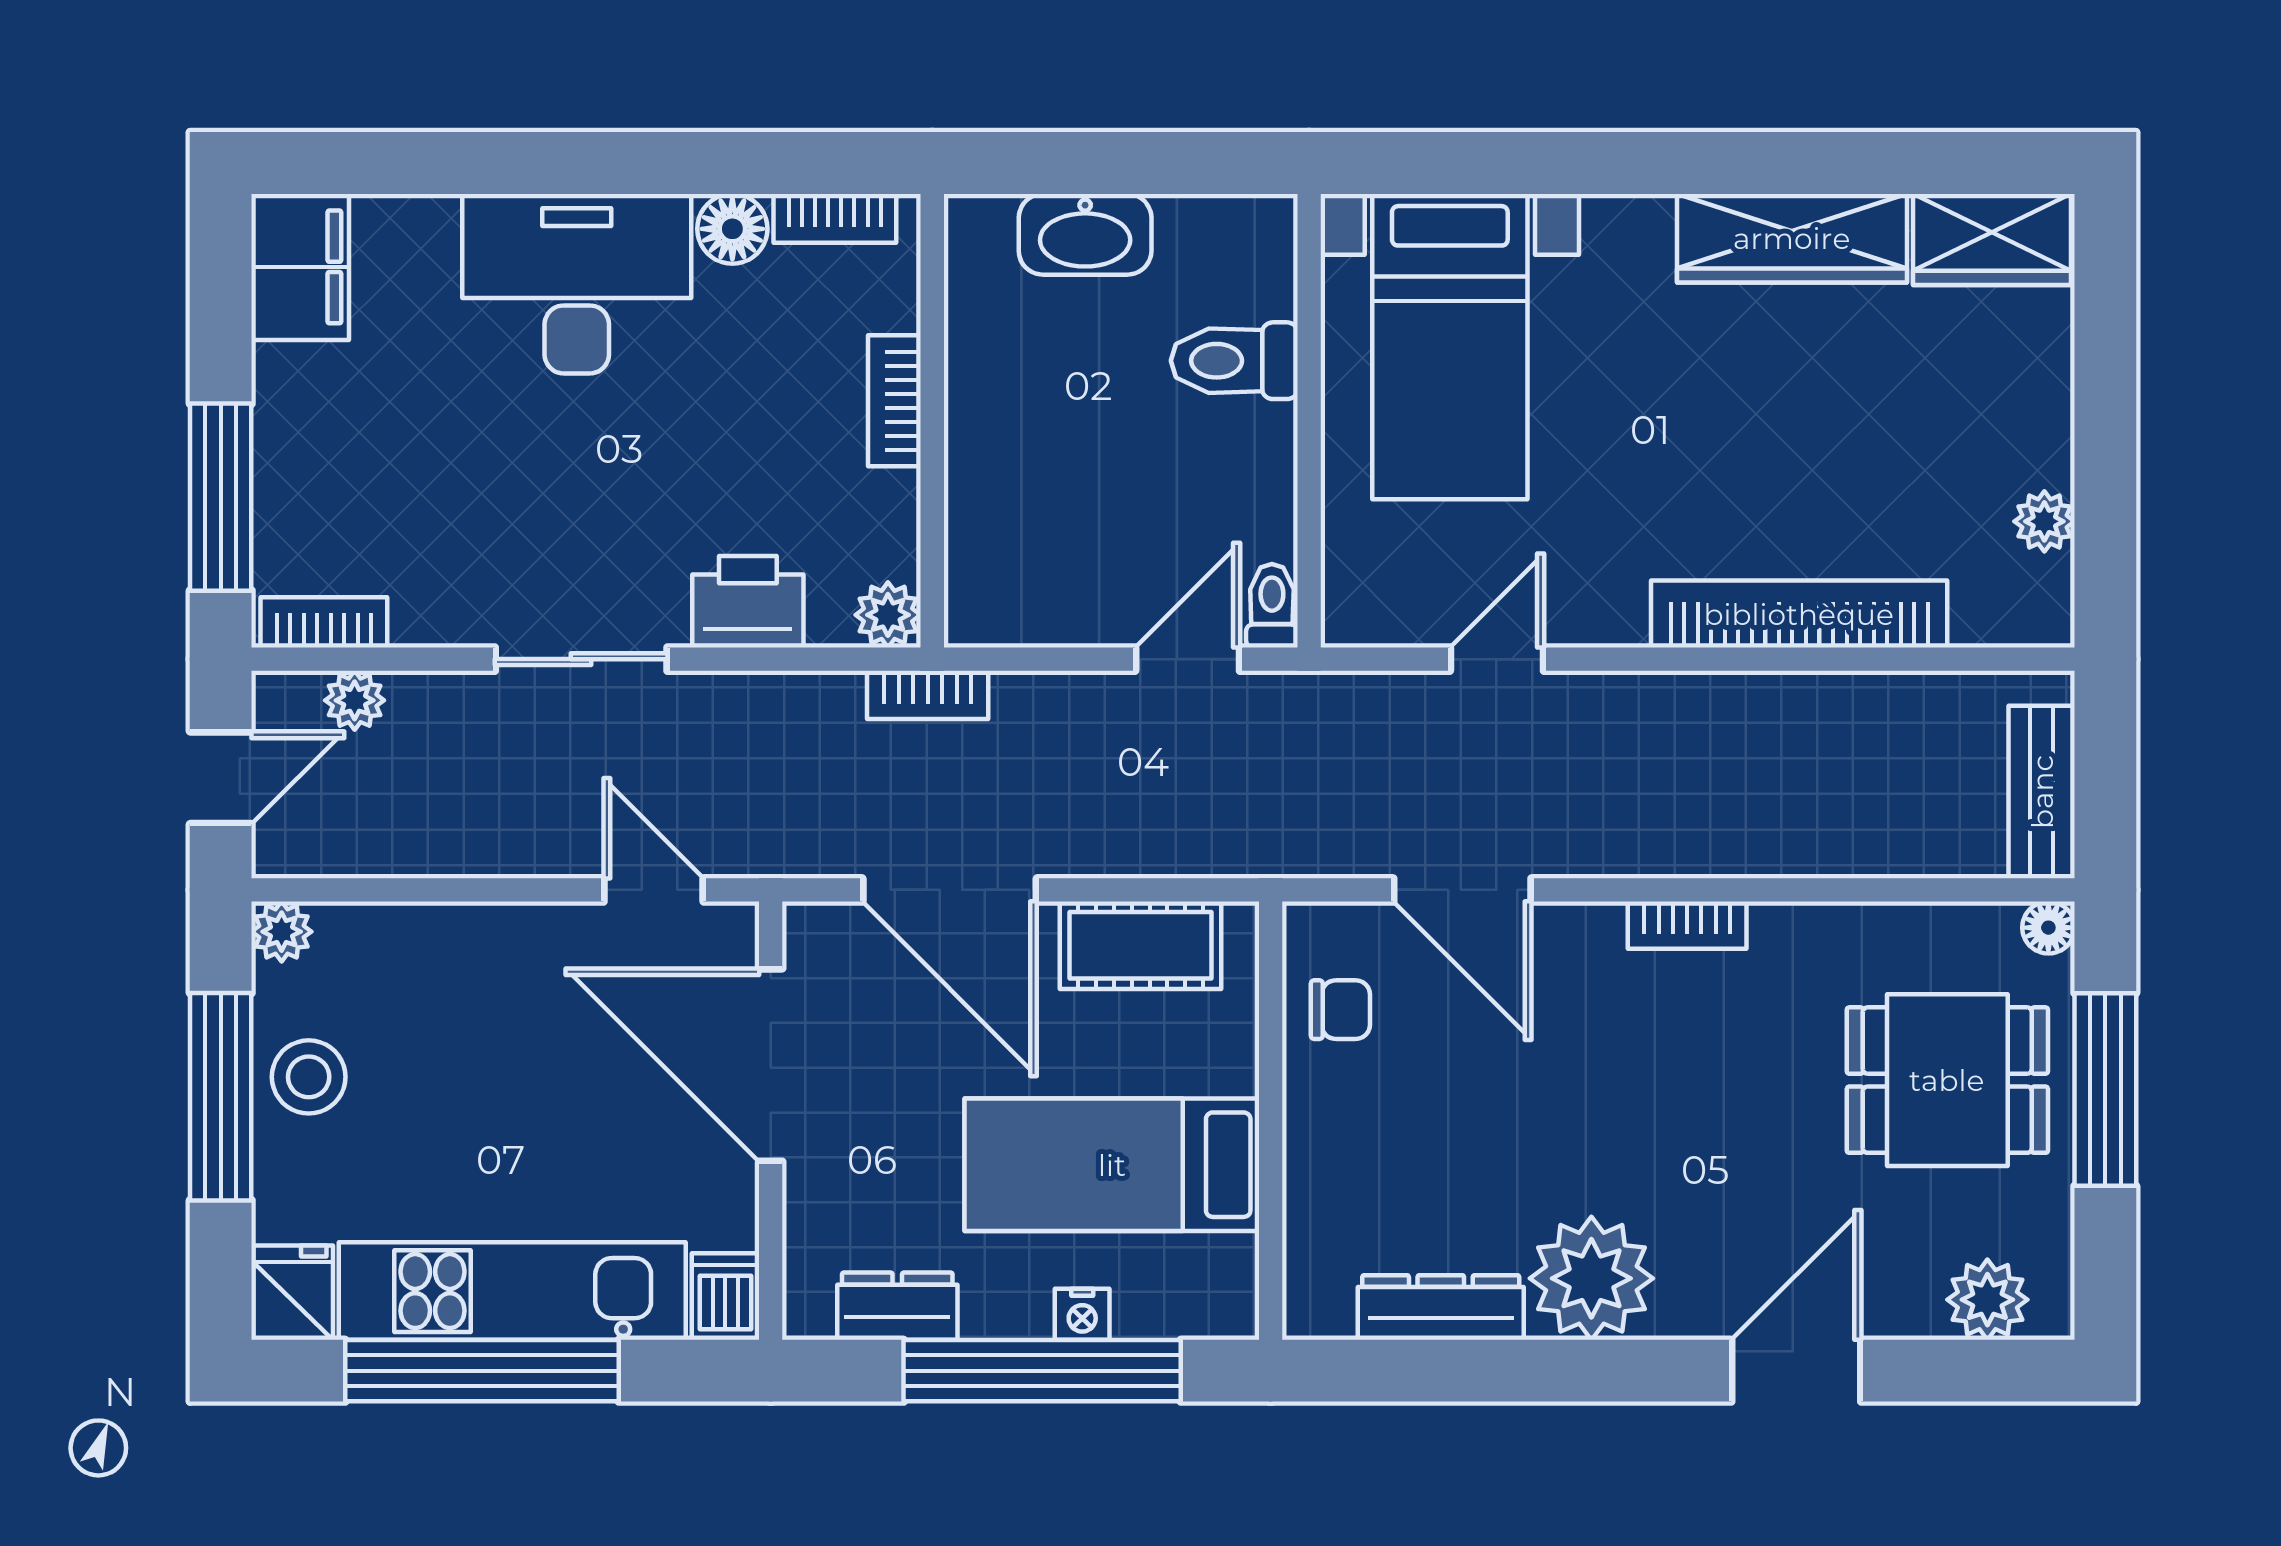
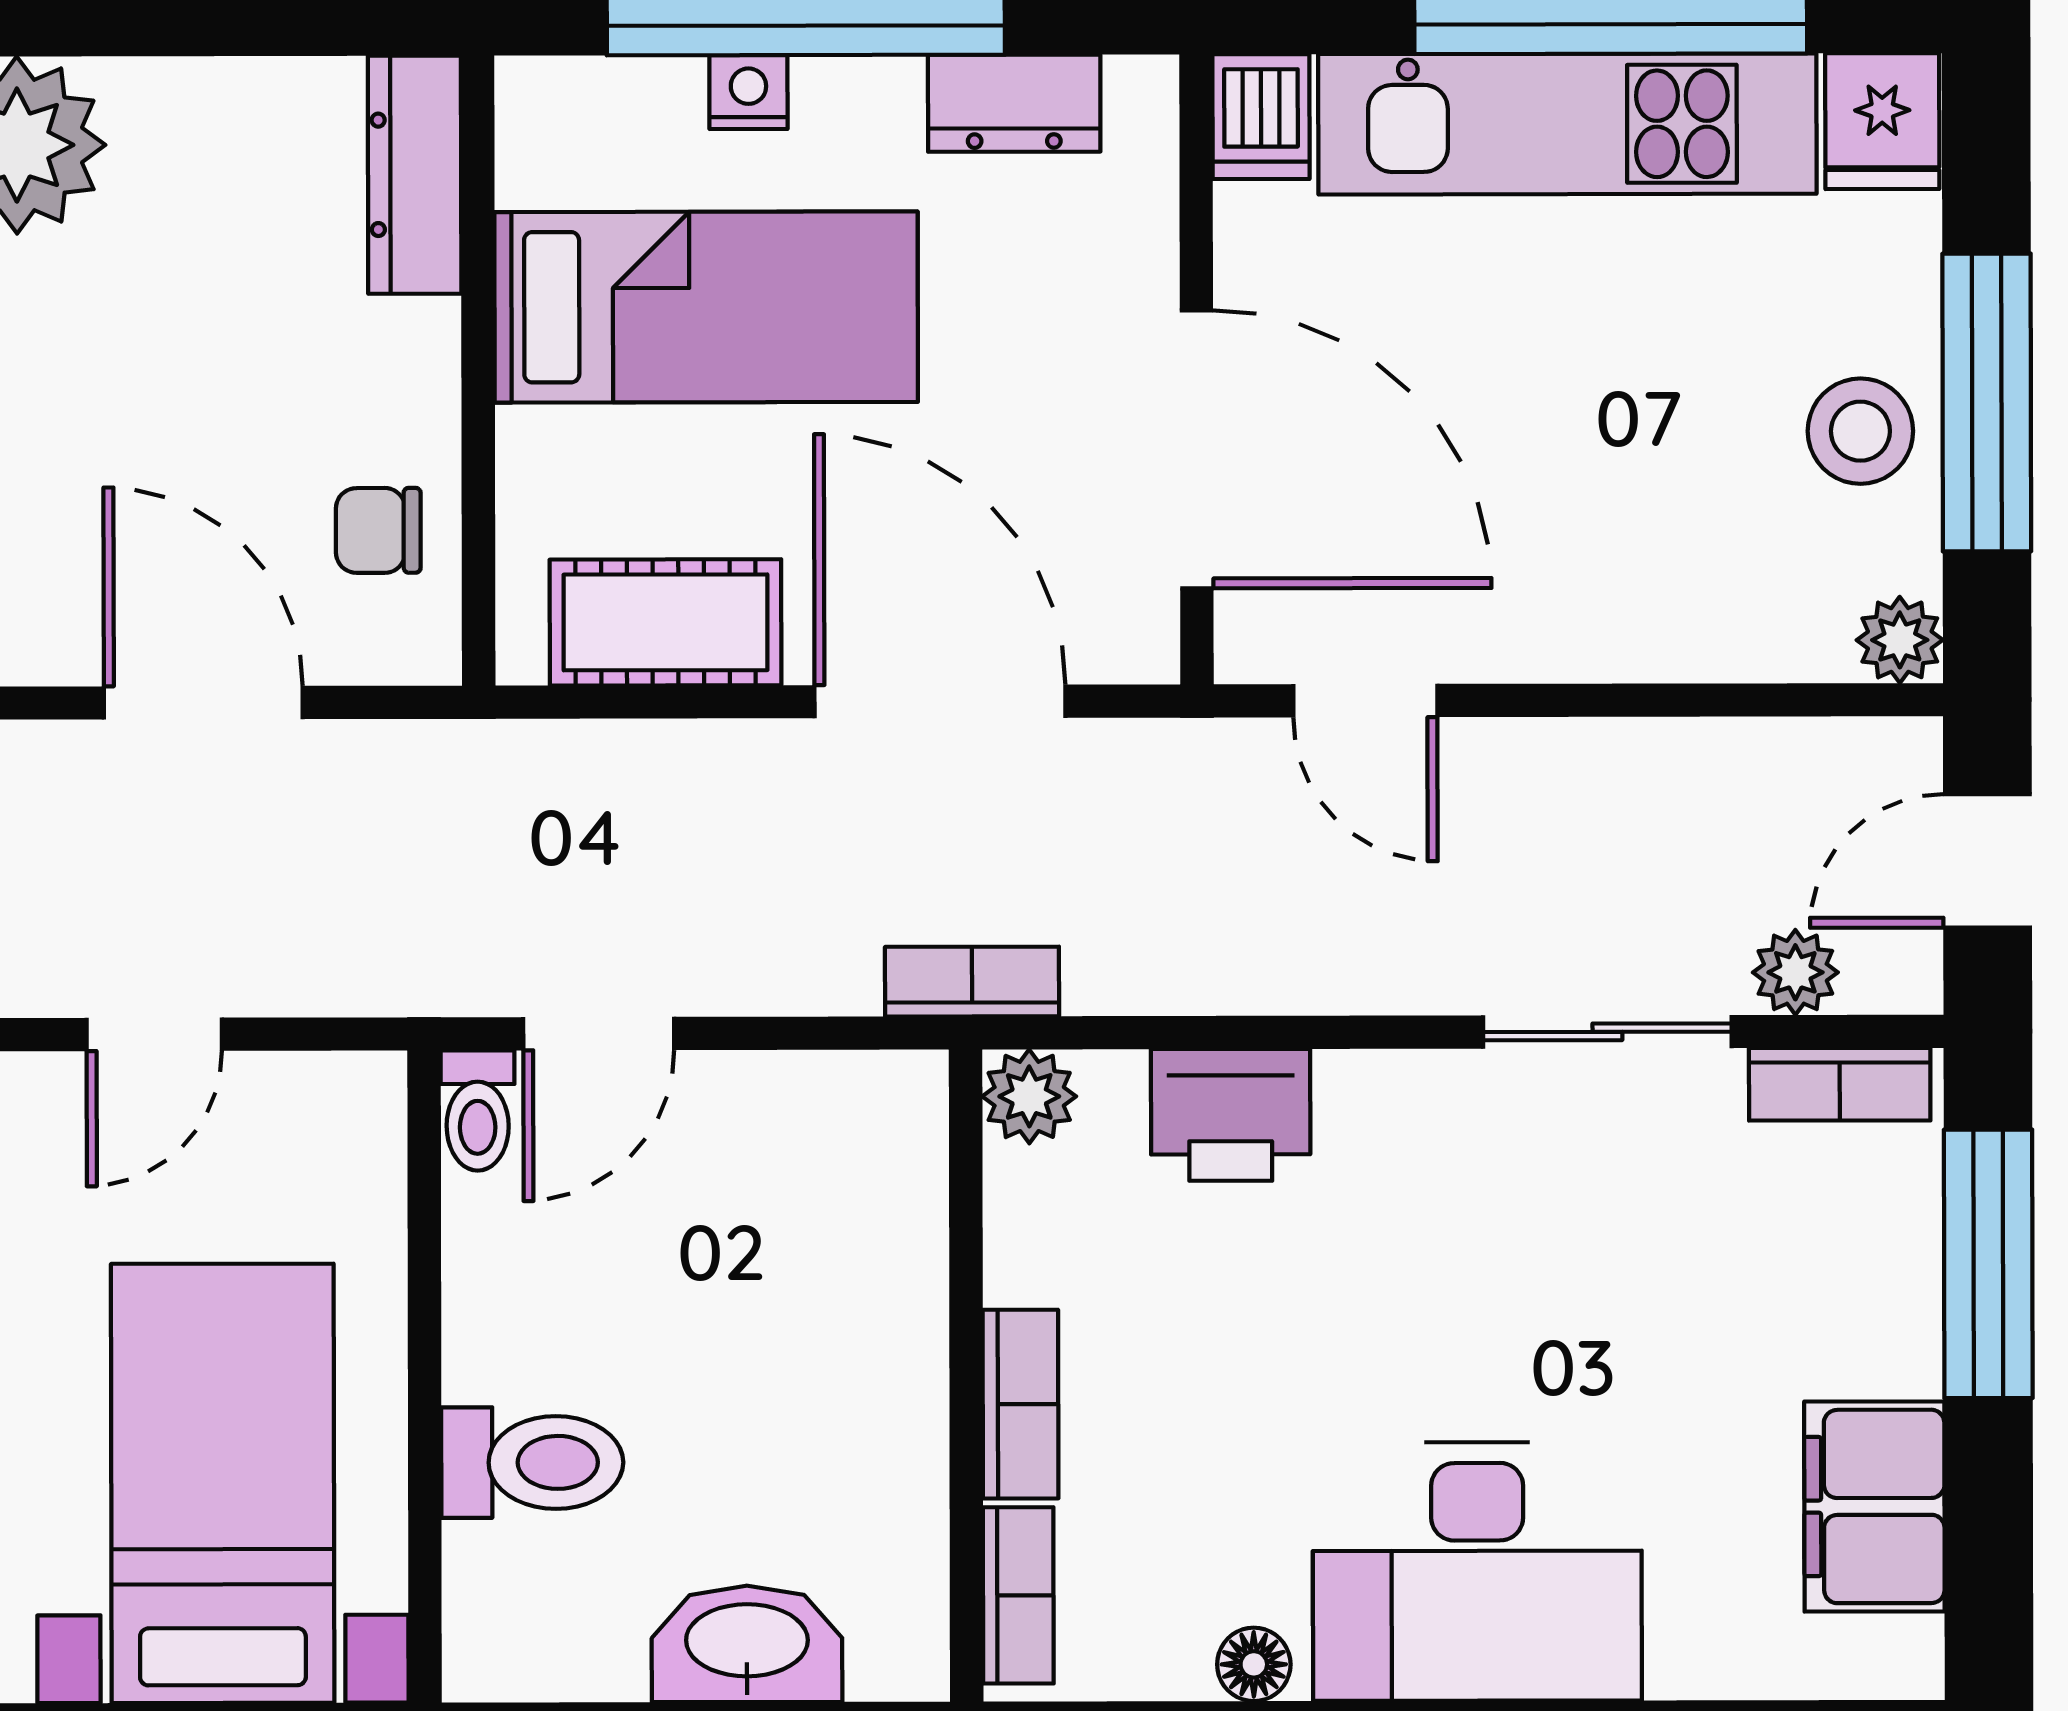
bookcase: (835, 218) -> (1018, 1595), moved, turned 90
floor lamp: (732, 229) -> (1254, 1664), width x0.73, depth x0.73
filing cabinet: (300, 267) -> (1874, 1506), moved
sliding door: (581, 659) -> (1607, 1032), moved
dresser: (1441, 1308) -> (415, 175), moved, turned 90

